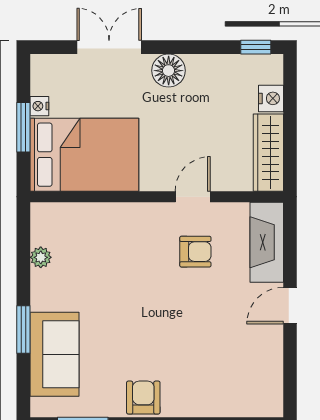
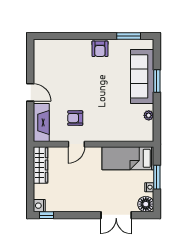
floor lamp: (169, 71) -> (146, 204), moved
nightstand: (271, 98) -> (39, 206), moved
bed: (84, 155) -> (128, 158), width x0.67
door: (290, 306) -> (30, 92), hinge flipped
sofa: (54, 354) -> (142, 76), width x1.36

